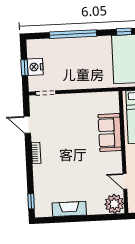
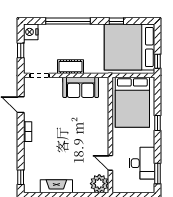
nightstand: (35, 67) -> (31, 32), moved
cot: (78, 82) -> (70, 67), added
sofa: (110, 133) -> (81, 87), moved, turned -90

